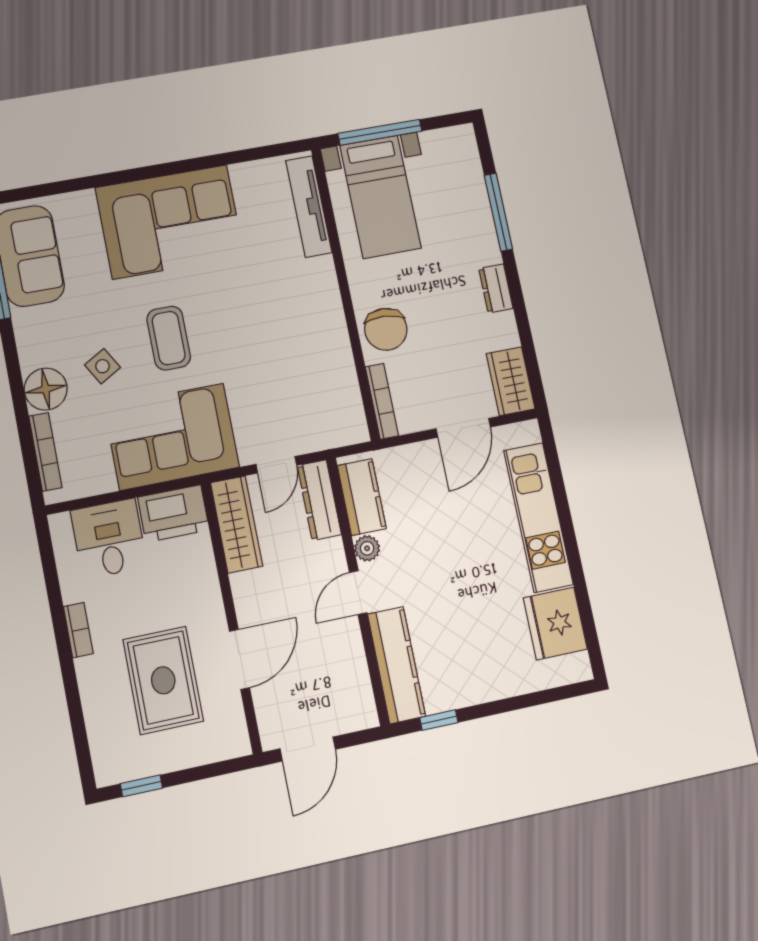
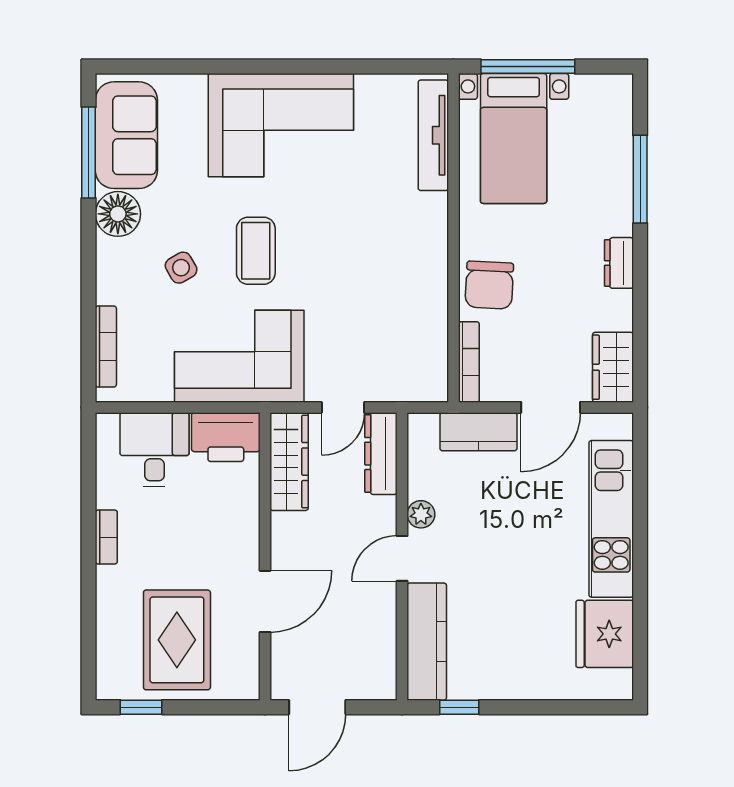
floor lamp: (46, 389) -> (118, 214), moved
kitchen counter: (362, 497) -> (478, 432), moved, turned 90
rug: (163, 680) -> (177, 640), moved

